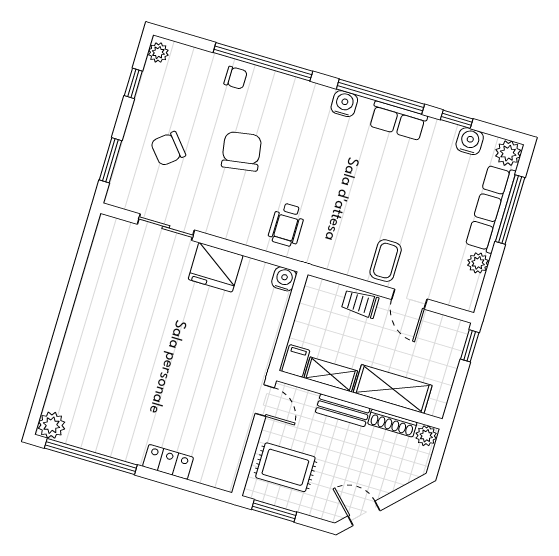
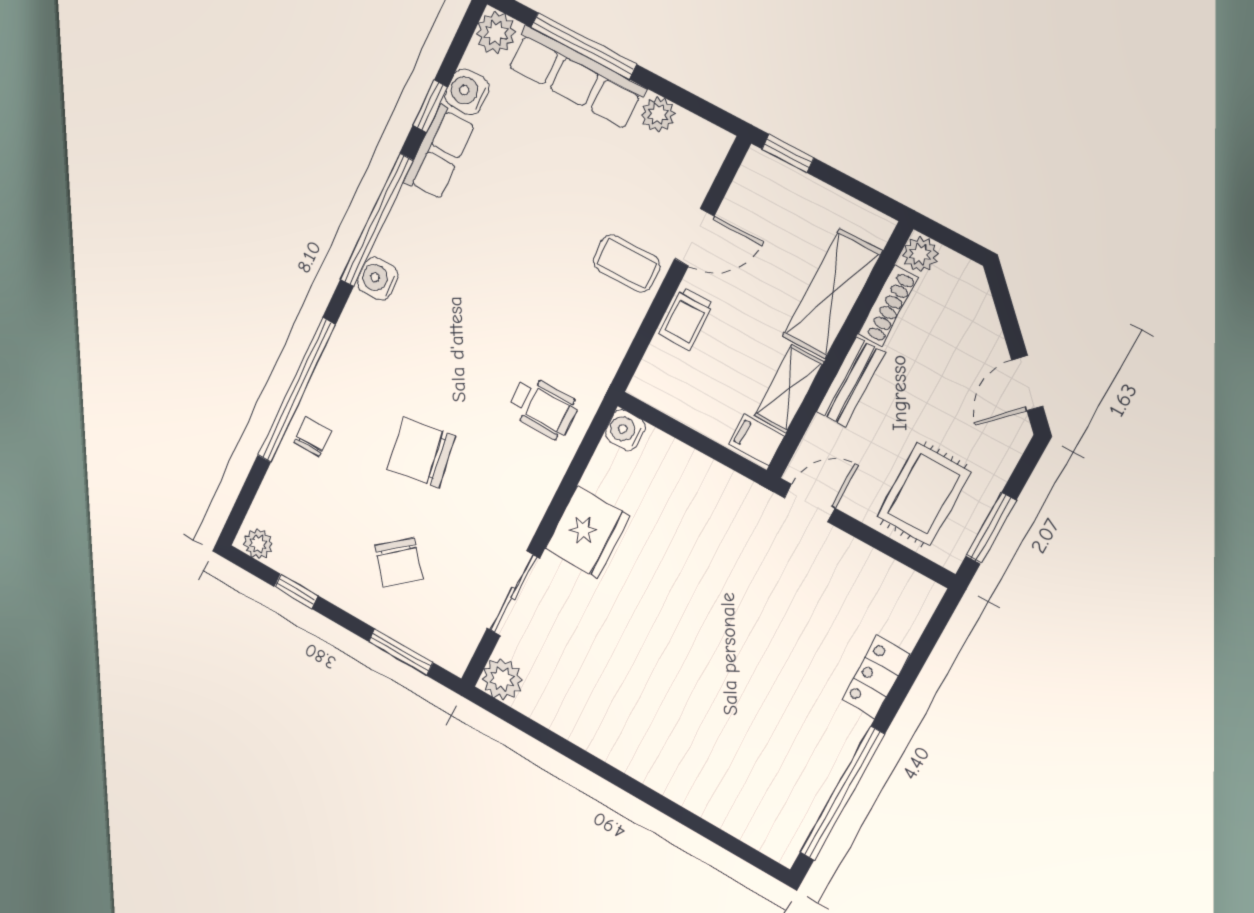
row of seats: (398, 121) -> (439, 153), moved
plant: (52, 425) -> (502, 679), moved

